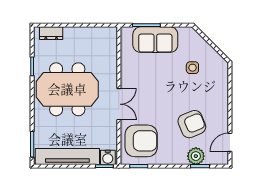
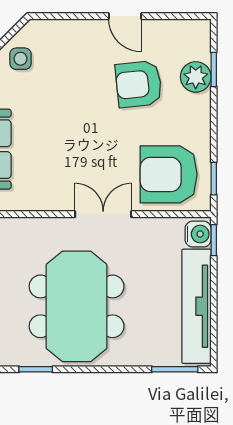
side table: (192, 68) -> (21, 59), moved
armchair: (192, 124) -> (139, 84), turned -74
armchair: (141, 141) -> (169, 174), turned -90
door: (230, 142) -> (125, 16), moved

